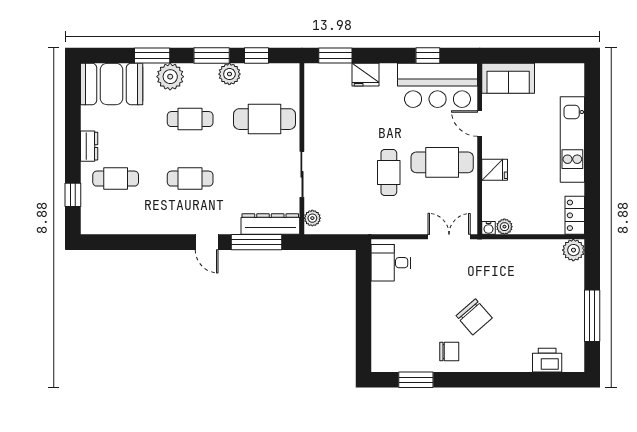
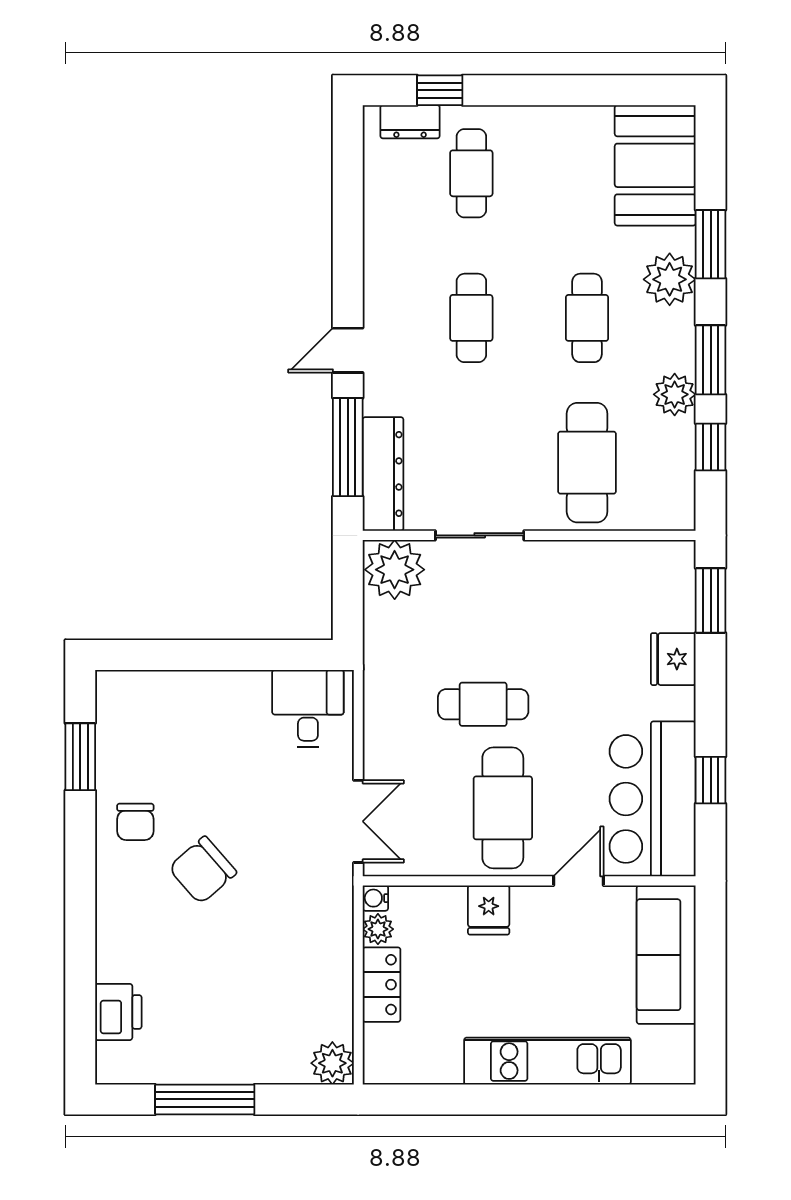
sofa: (508, 78) -> (666, 955), width x1.36
dresser: (89, 146) -> (410, 122), moved
locker: (575, 215) -> (382, 985), moved, turned 90
plant: (312, 218) -> (395, 570), width x1.88, depth x1.88

